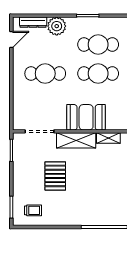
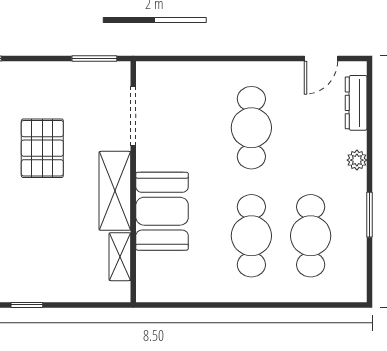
plant: (57, 26) -> (357, 160), width x0.53, depth x0.53
door: (11, 39) -> (321, 59), hinge flipped
pallet: (55, 176) -> (42, 148), turned 90

